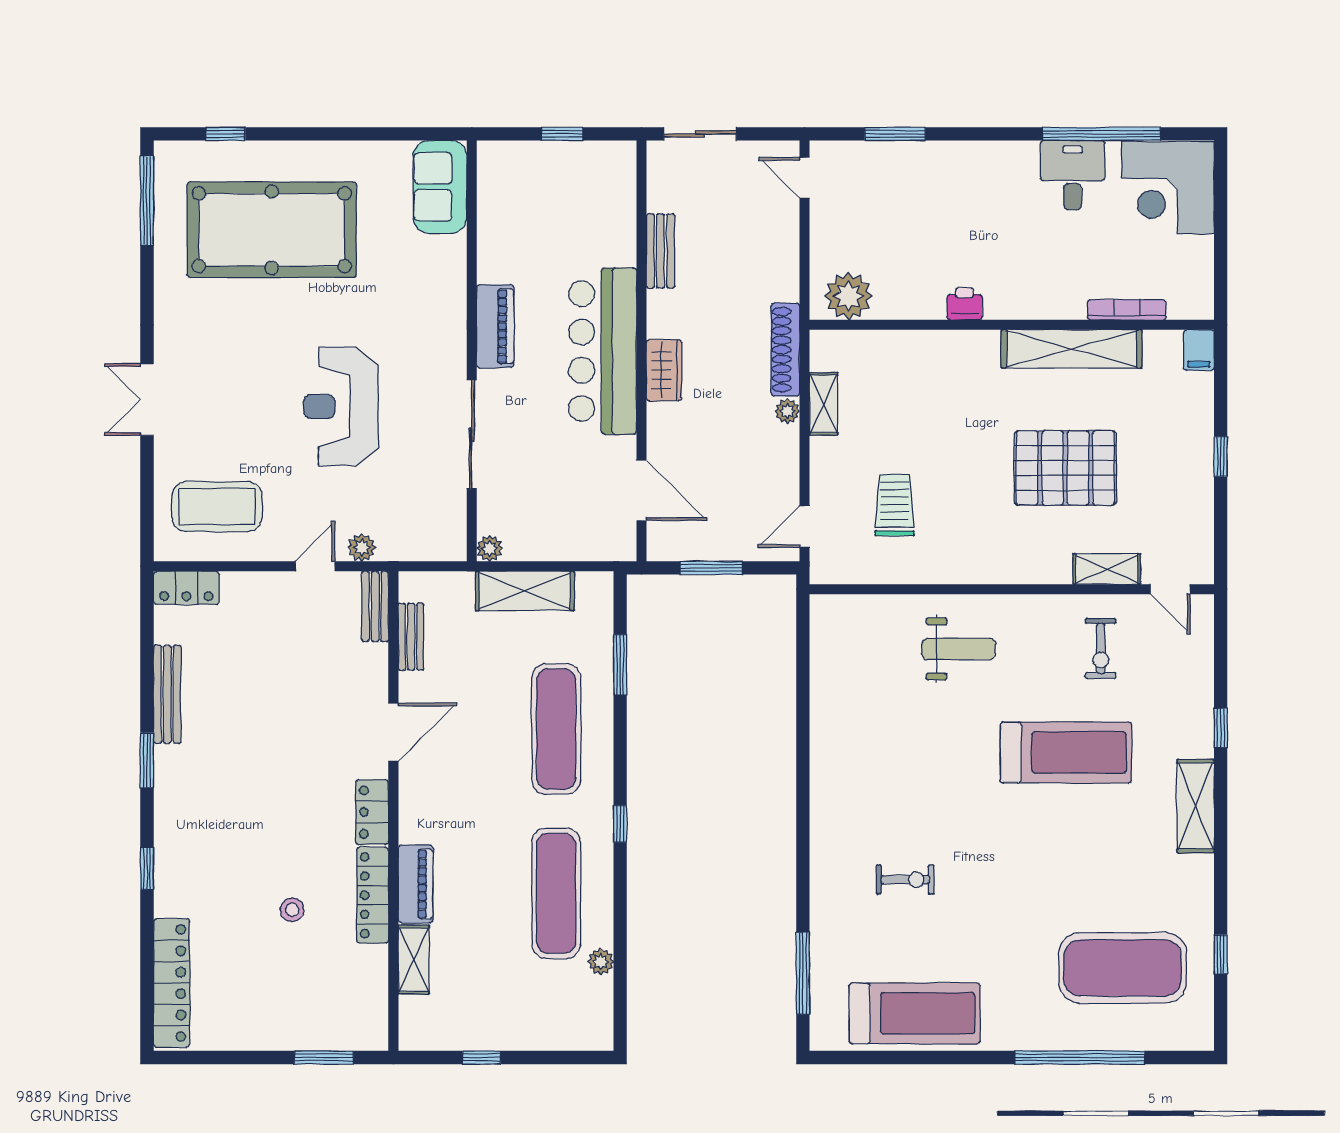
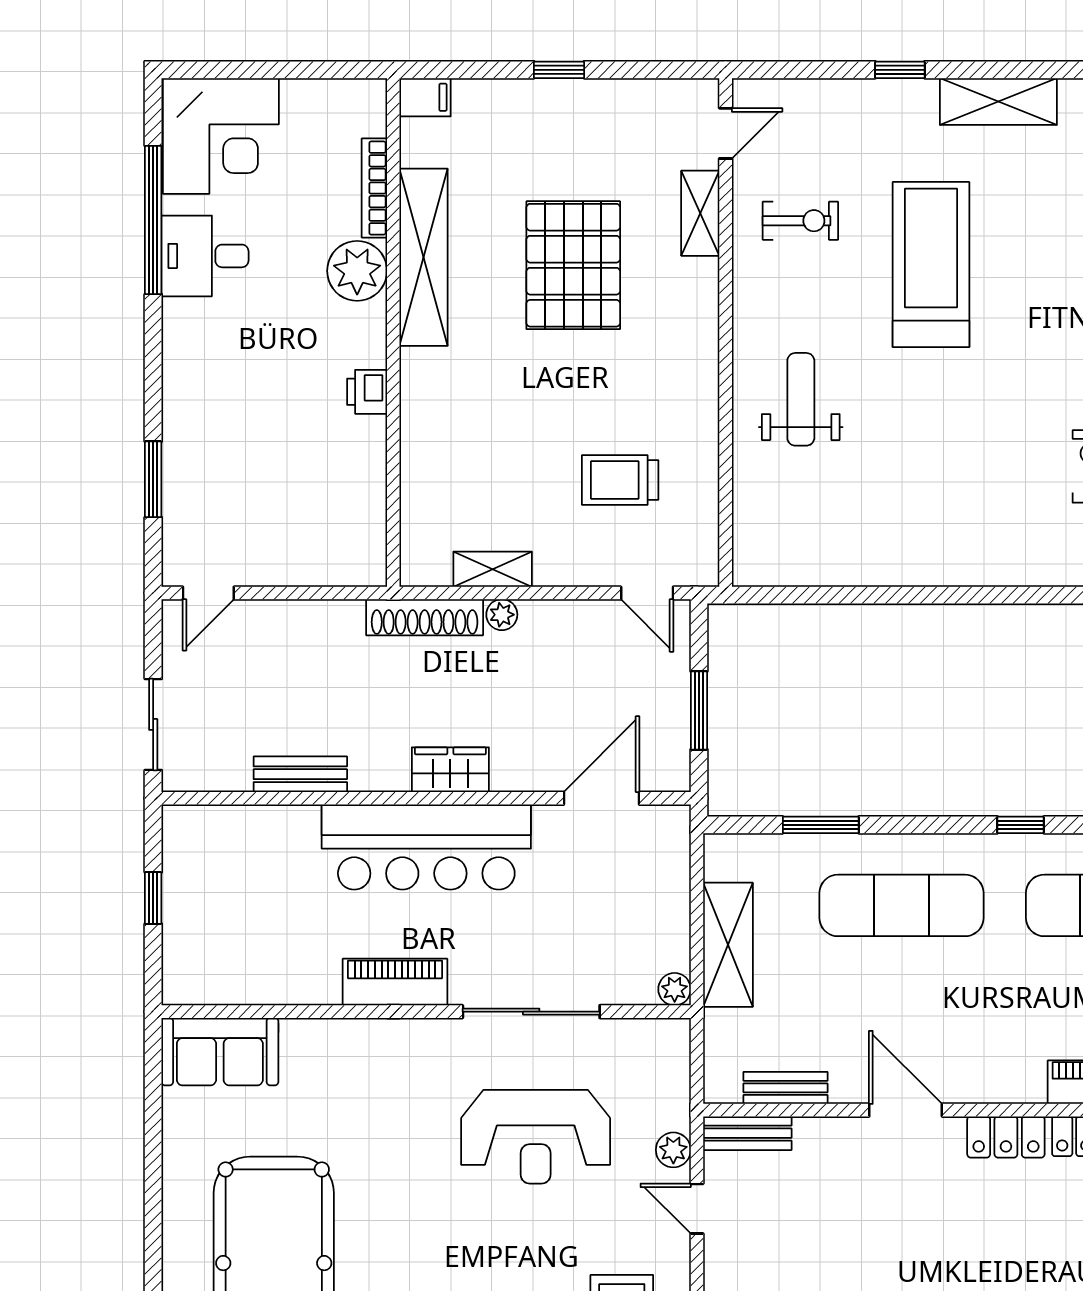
plant: (848, 296) -> (357, 271), moved
reception desk: (341, 407) -> (536, 1137), moved

